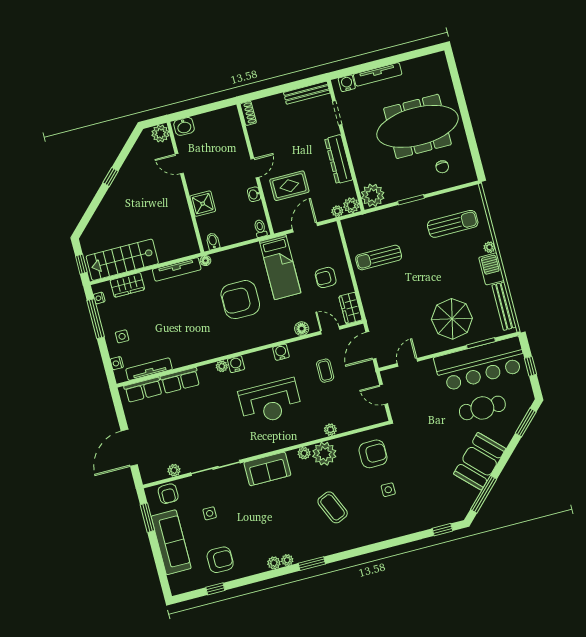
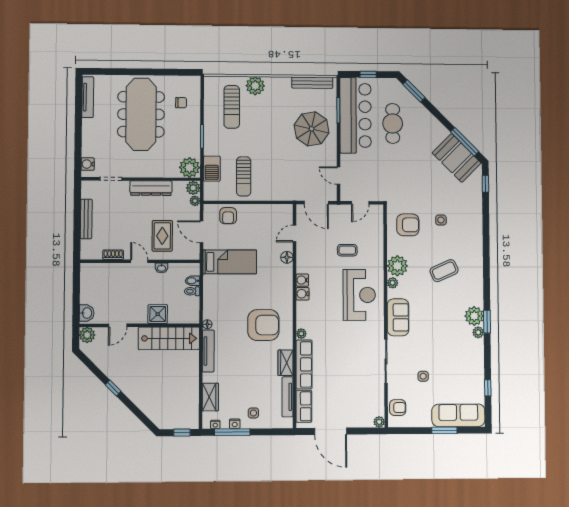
tv unit: (378, 74) -> (88, 97), moved
bench: (307, 93) -> (86, 219), moved
shoe rack: (248, 113) -> (113, 255), moved
sun lounger: (453, 224) -> (232, 107), turned 180
toilet: (260, 228) -> (192, 291), moved
bidet: (213, 241) -> (193, 281), moved
plant: (490, 247) -> (255, 86), width x1.88, depth x1.88
stairs: (122, 260) -> (169, 338), moved, turned -90
barbecue: (491, 269) -> (212, 169), moved, turned -90
armchair: (326, 277) -> (228, 216), moved
armchair: (240, 300) -> (263, 325), moved, turned -90
wardrobe: (351, 308) -> (286, 363), moved, turned 90
nightstand: (117, 363) -> (235, 424), moved
water cooler: (236, 364) -> (303, 294), moved
coffee table: (325, 371) -> (347, 250), moved
row of seats: (180, 380) -> (304, 364), width x1.48
reception desk: (270, 402) -> (359, 295), moved
plant: (330, 430) -> (378, 255), removed
door: (129, 448) -> (331, 431), moved
armchair: (373, 454) -> (408, 225), turned 90
booth: (480, 461) -> (457, 158), moved
plant: (174, 470) -> (379, 422), moved
window: (147, 518) -> (444, 430), moved
sofa: (171, 542) -> (458, 415), moved
armchair: (220, 560) -> (464, 377), removed
plant: (287, 560) -> (474, 316), width x1.88, depth x1.88
window: (312, 564) -> (487, 322), moved

